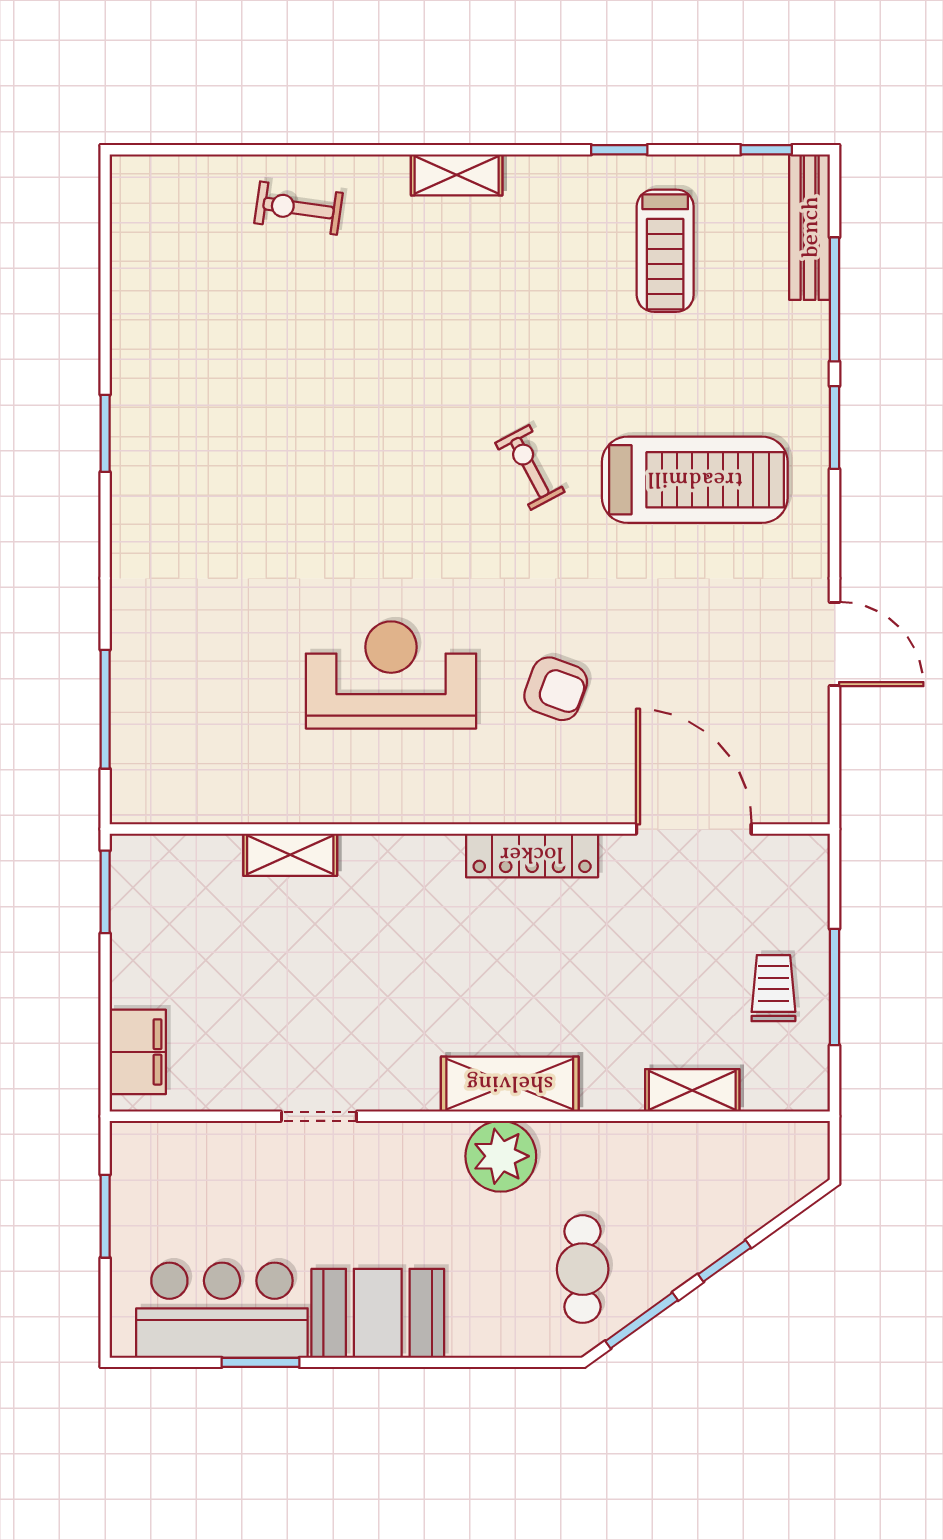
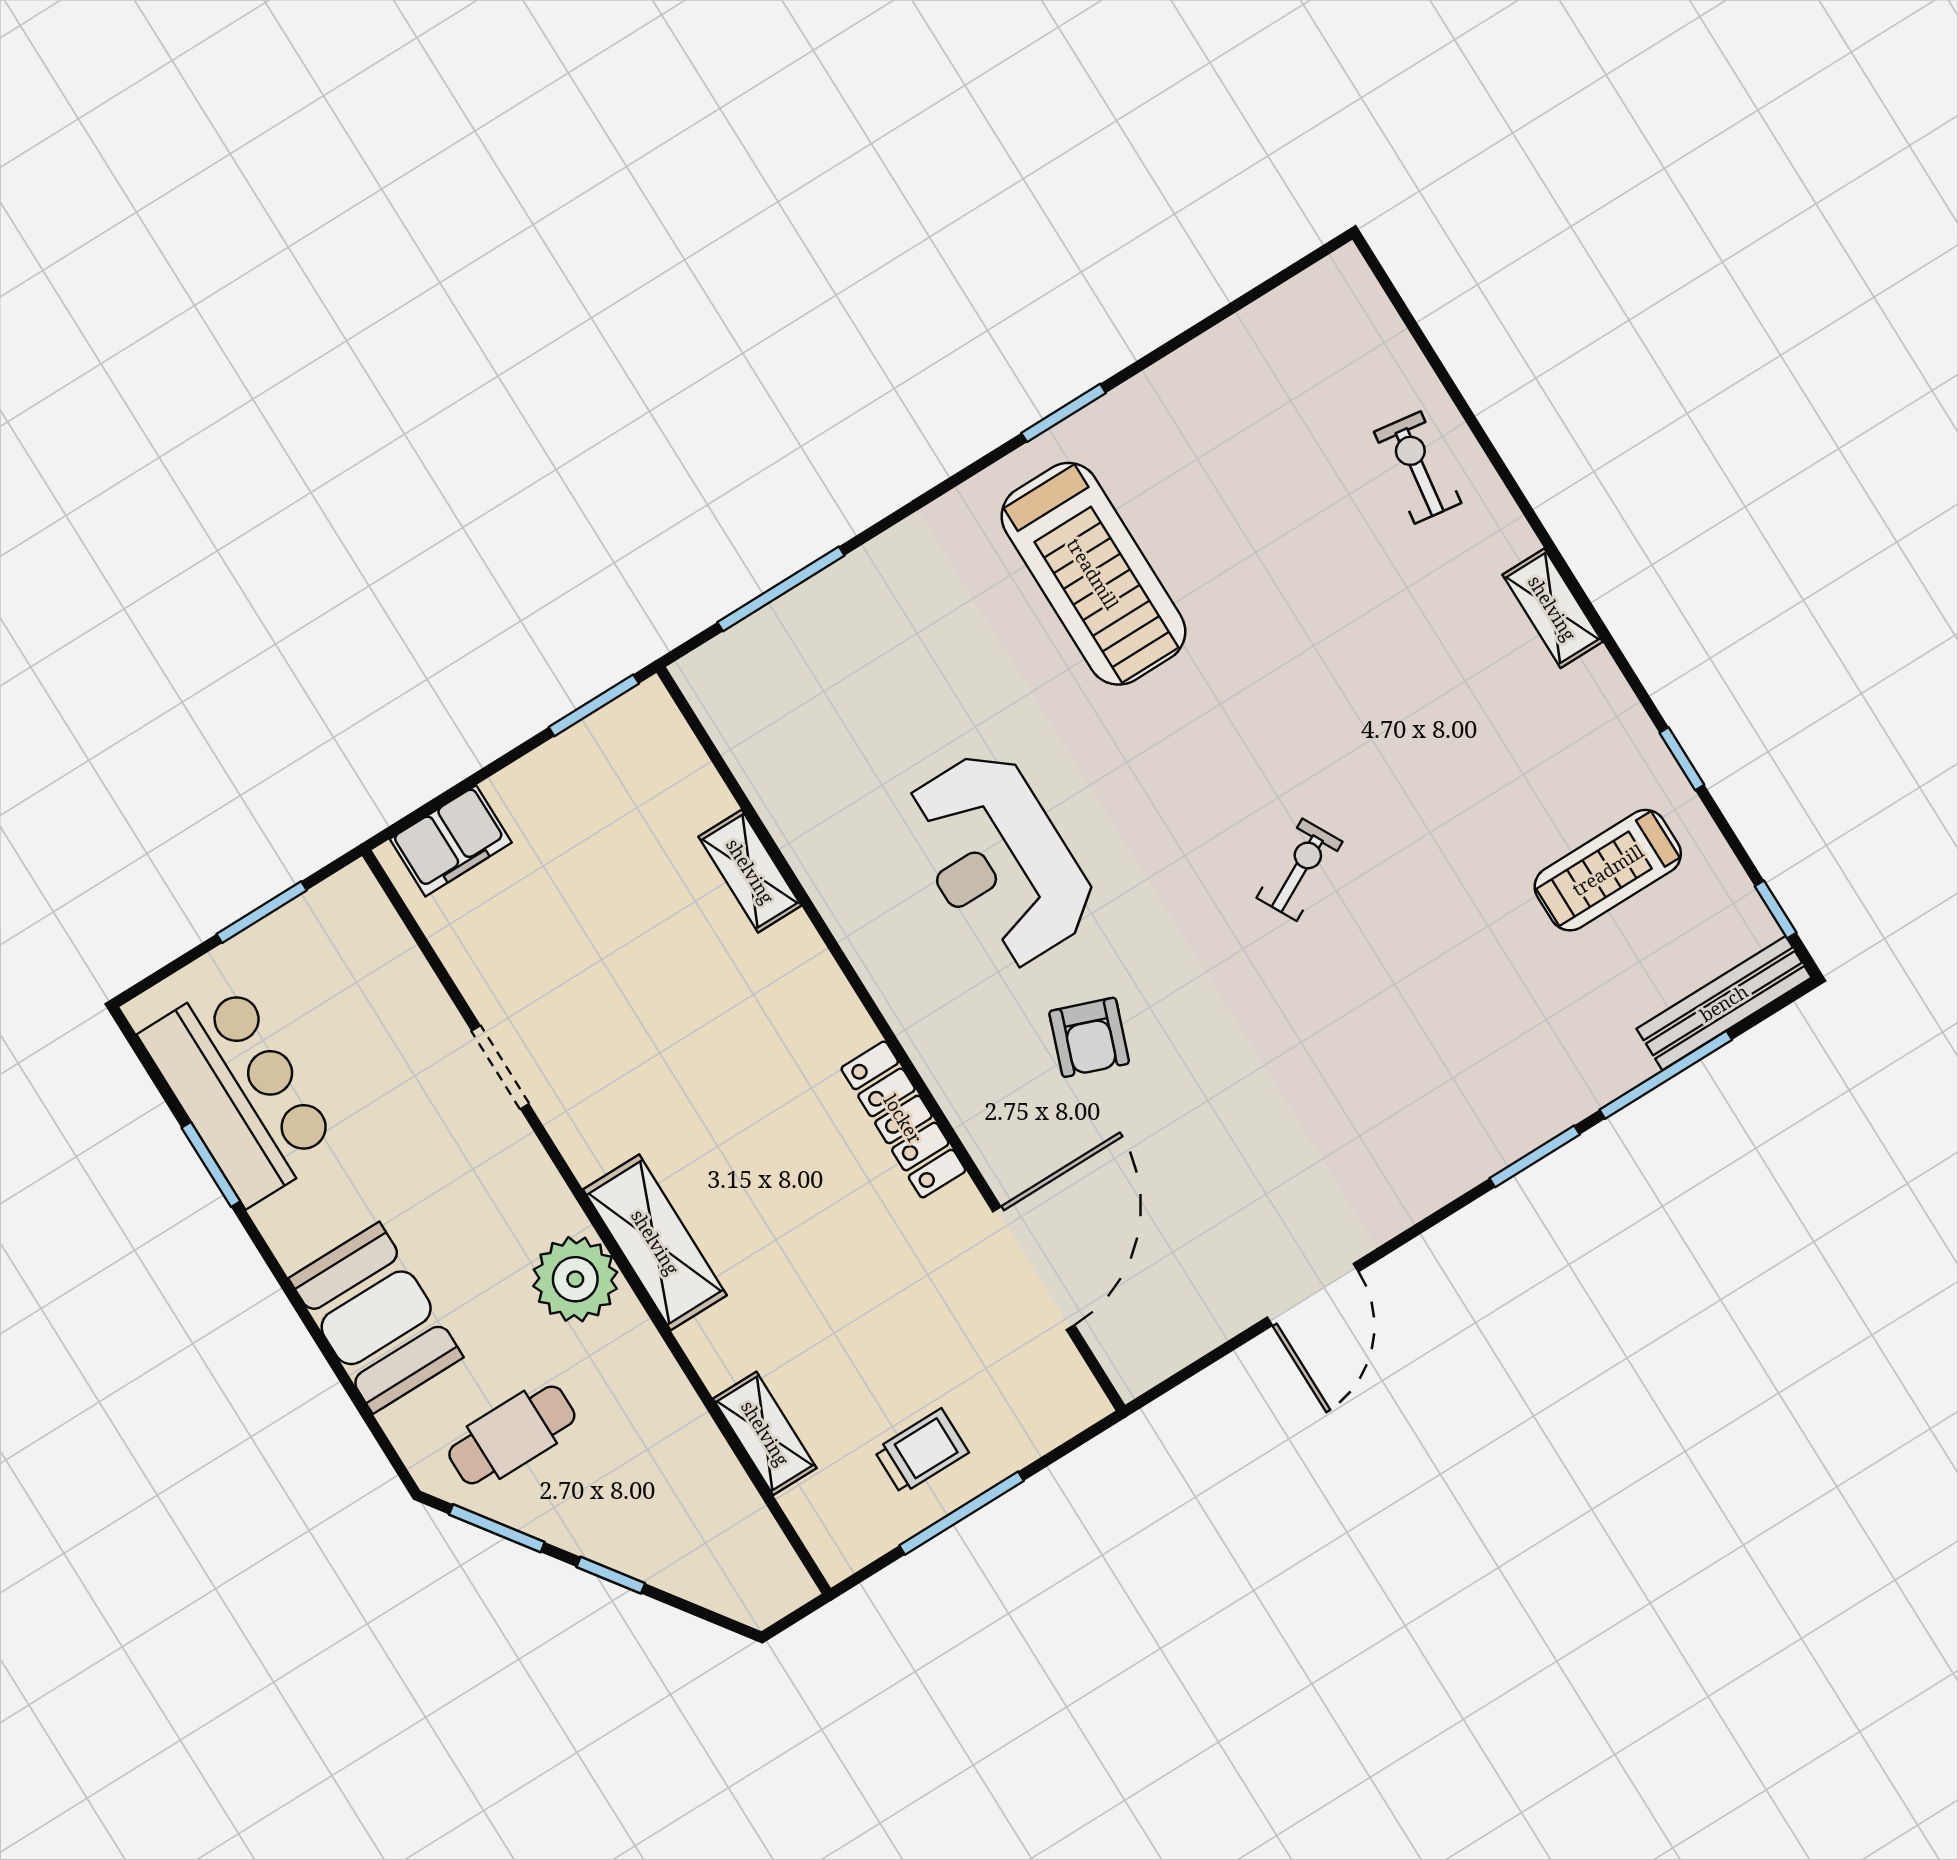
treadmill: (695, 480) -> (1093, 574), moved
reception desk: (391, 675) -> (998, 860), turned 180
booth: (378, 1313) -> (376, 1318), moved

